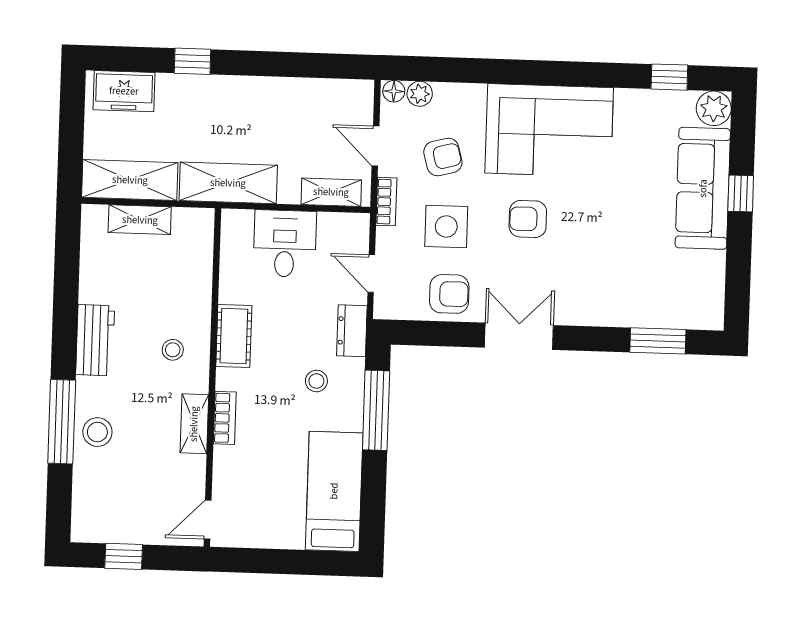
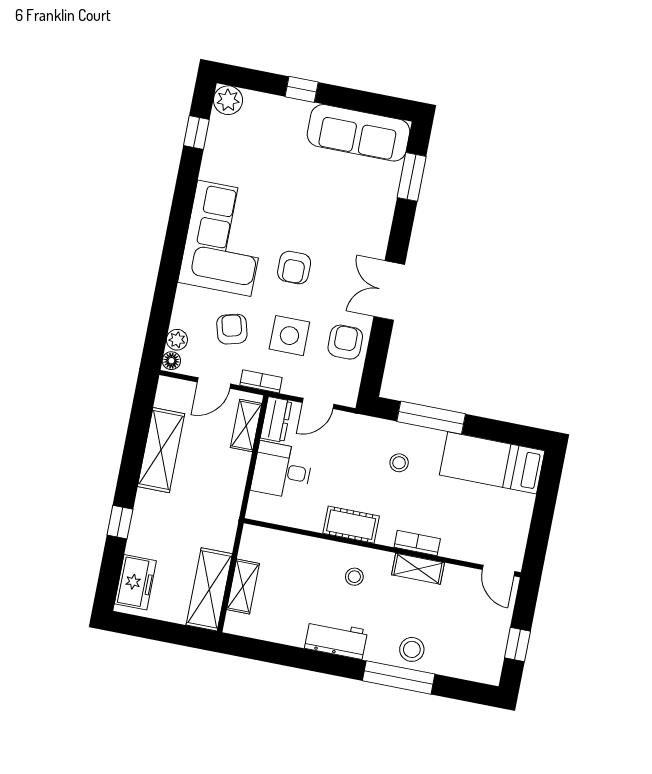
shelving: (228, 183) -> (161, 450), moved
sofa: (703, 188) -> (358, 133), moved
dresser: (352, 331) -> (276, 420), moved, turned -90

